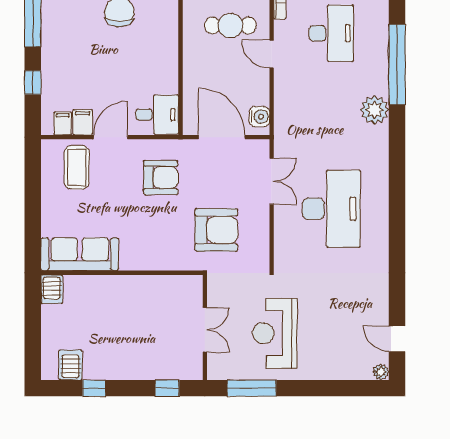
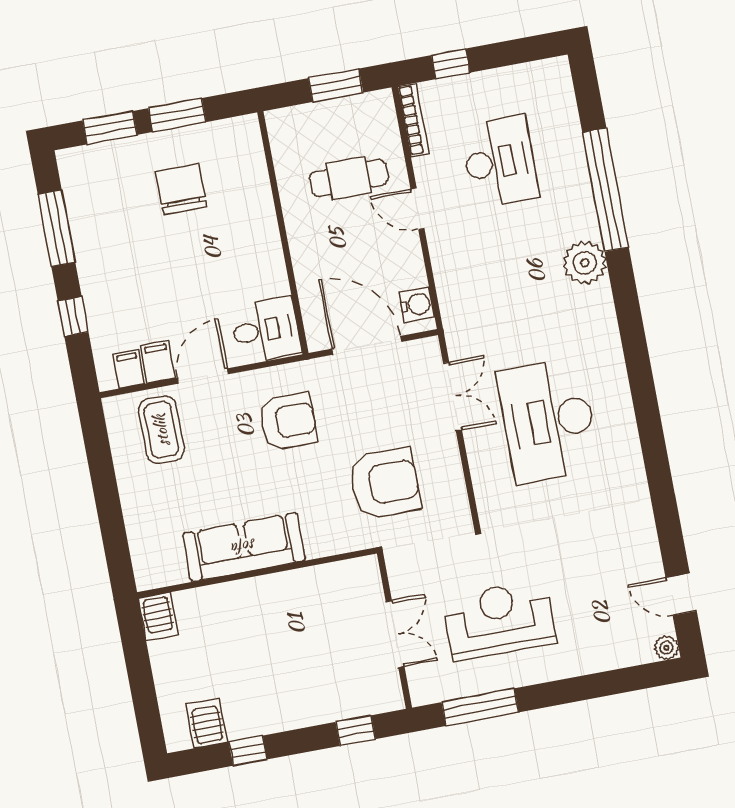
desk: (331, 209) -> (548, 421), turned 180
sofa: (80, 254) -> (244, 547), moved
reception desk: (275, 333) -> (499, 620), turned 90

